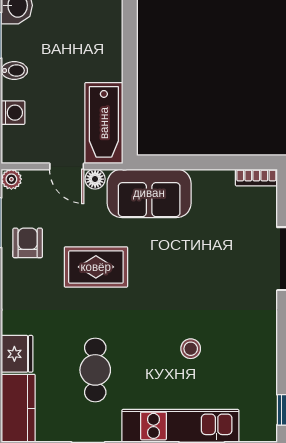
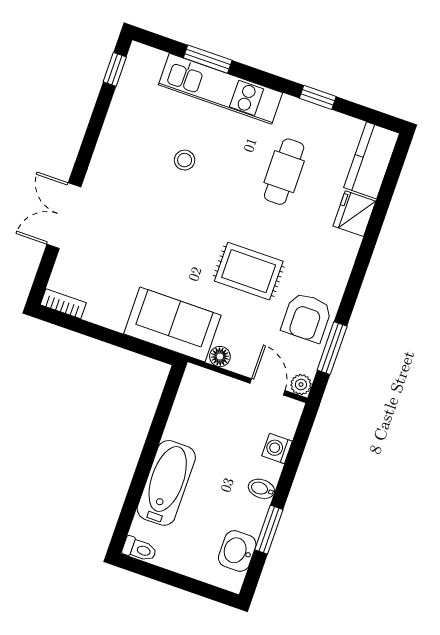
bathtub: (104, 123) -> (166, 483), moved
door: (67, 166) -> (267, 387), moved
armchair: (28, 243) -> (307, 317), width x1.38, depth x1.38

